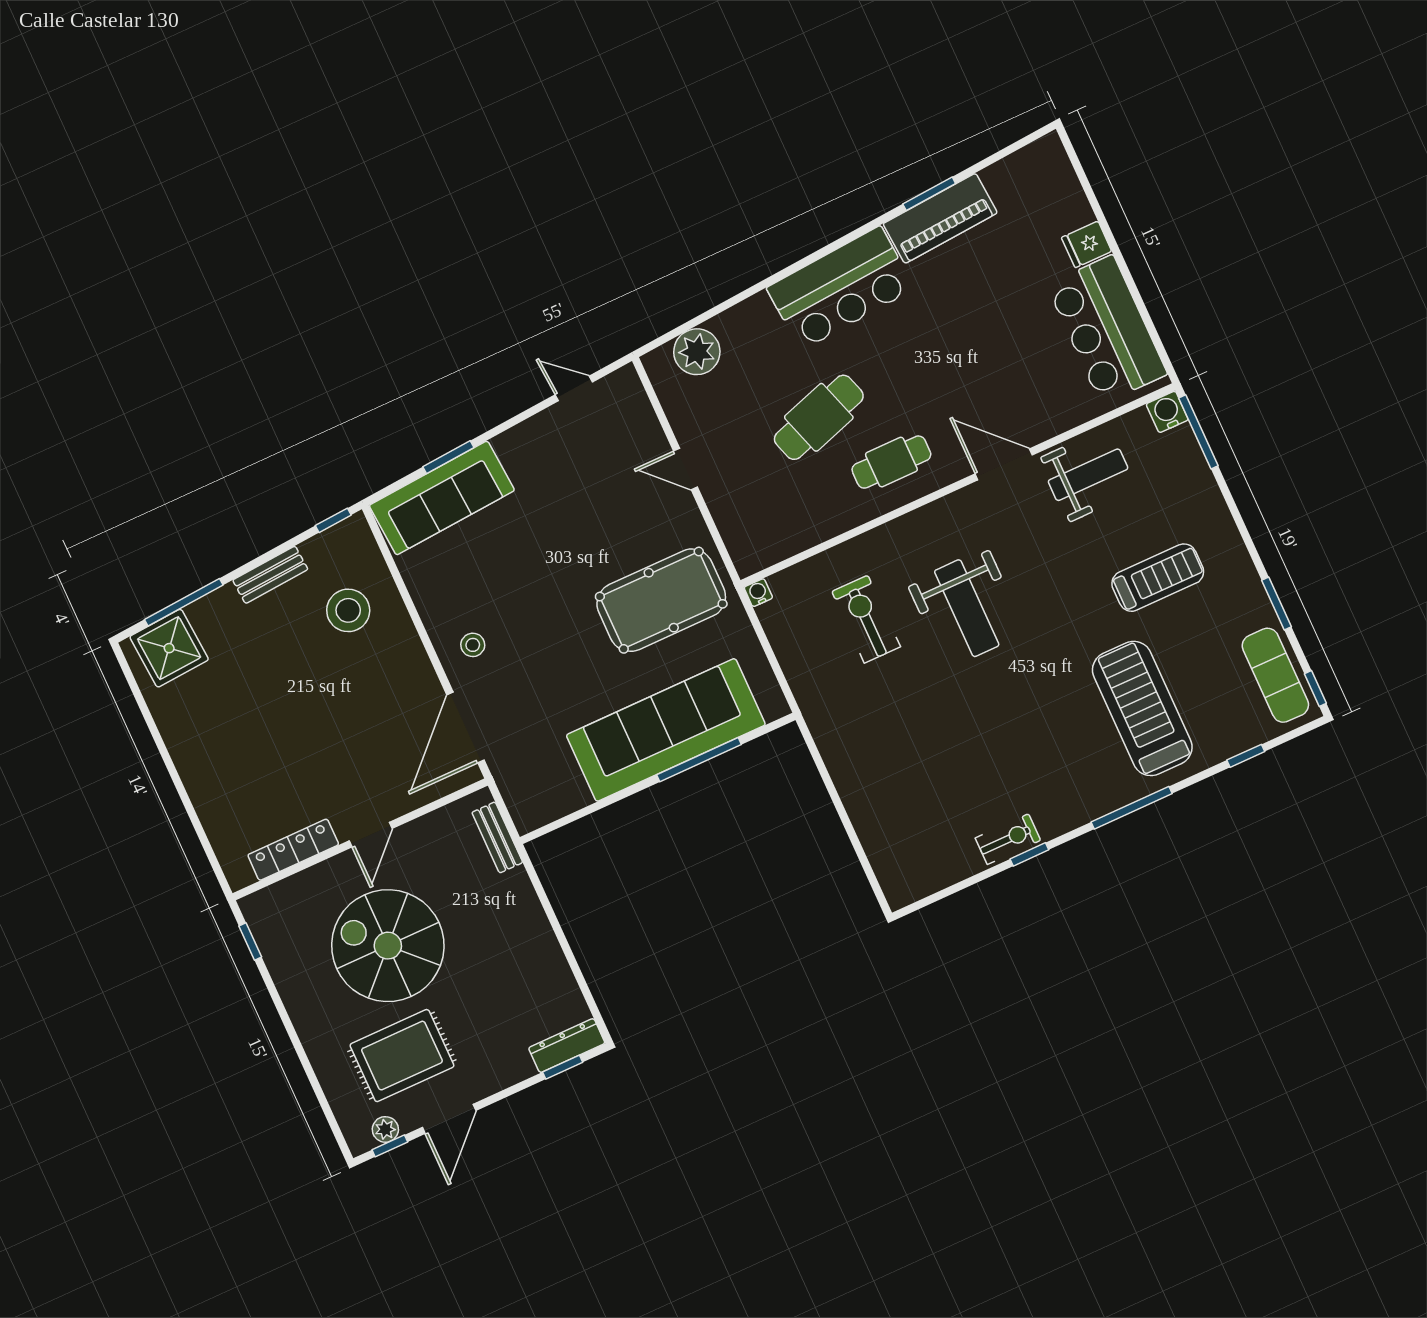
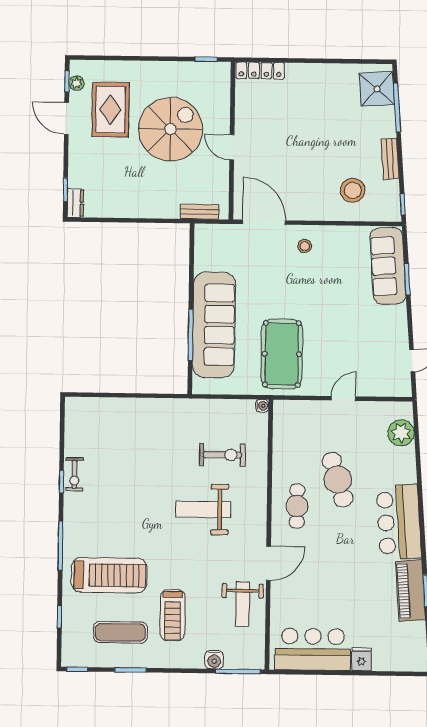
water cooler: (1167, 412) -> (214, 660), moved, turned 90
exercise mat: (1275, 675) -> (120, 632), moved
locker: (293, 850) -> (260, 70), moved, turned 90
dresser: (567, 1046) -> (75, 203), width x0.70

